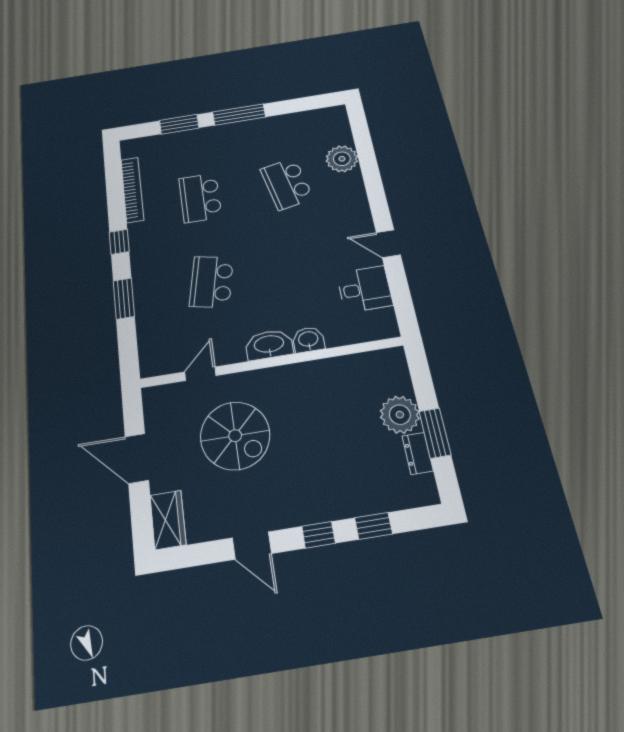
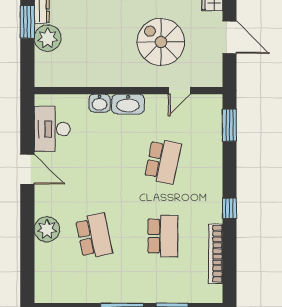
plant: (342, 159) -> (47, 229), moved
door: (388, 244) -> (27, 169), width x1.38
desk: (365, 289) -> (52, 129), width x1.37
window: (124, 299) -> (230, 125), moved

